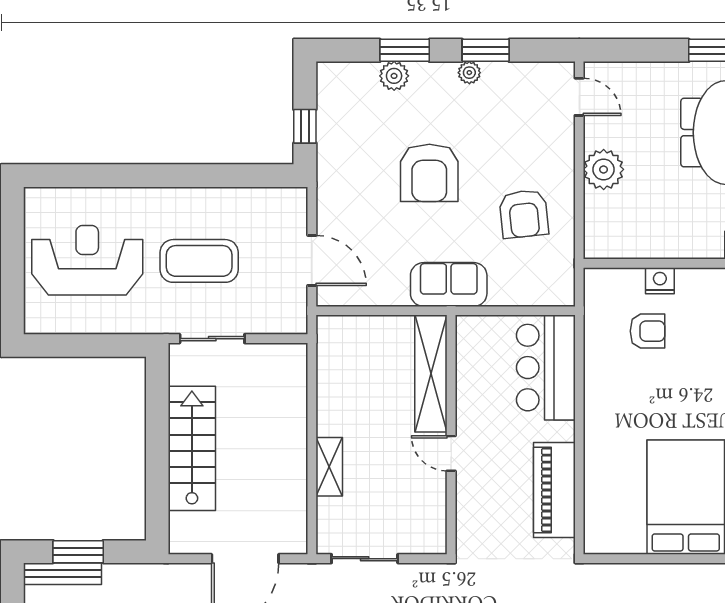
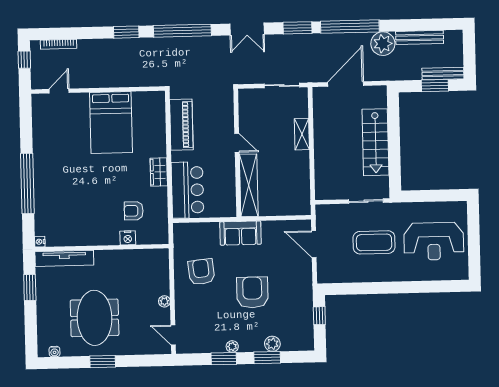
plant: (604, 169) -> (164, 301), width x0.53, depth x0.53
wardrobe: (599, 402) -> (159, 172), added

